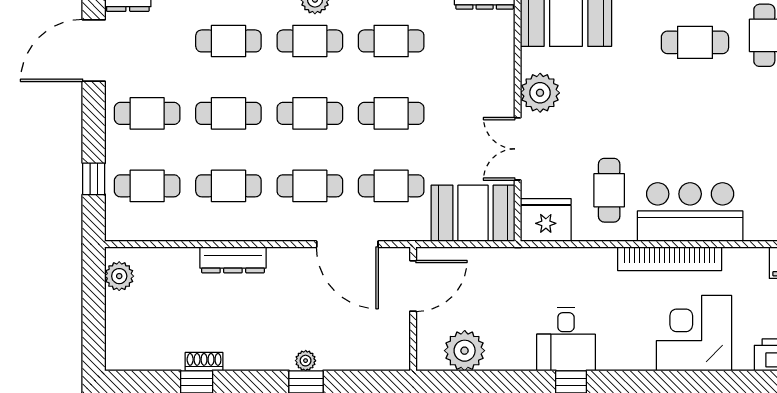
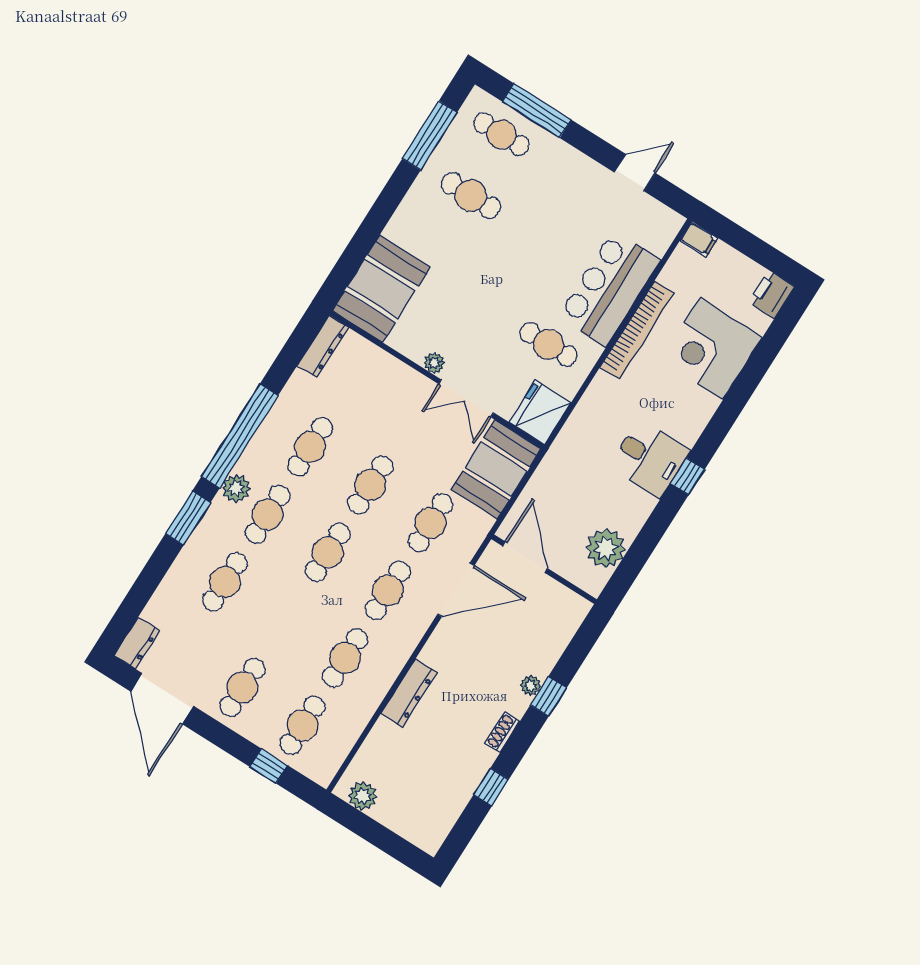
cafe table: (695, 42) -> (471, 196), turned 90
plant: (540, 93) -> (434, 363), width x0.53, depth x0.53
cafe table: (228, 113) -> (285, 620), removed
shoe rack: (204, 362) -> (502, 732), moved

